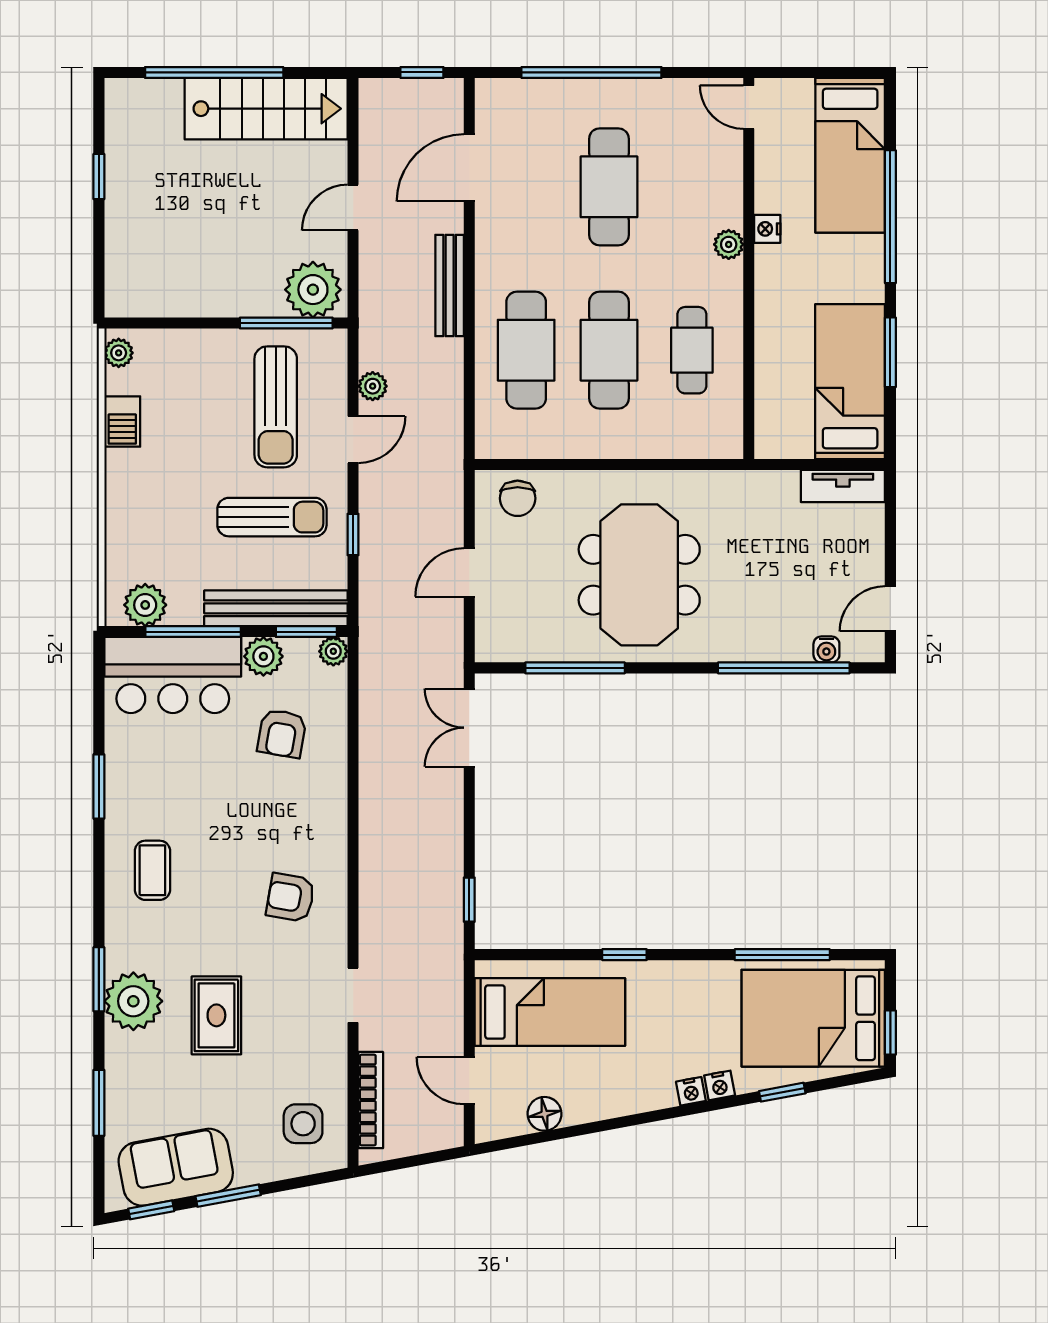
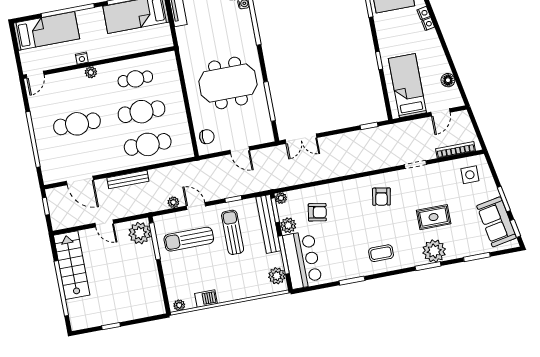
sun lounger: (276, 407) -> (189, 239), turned 180

